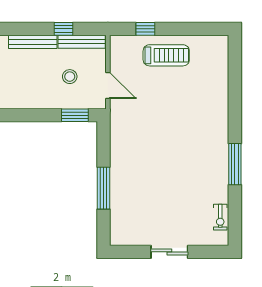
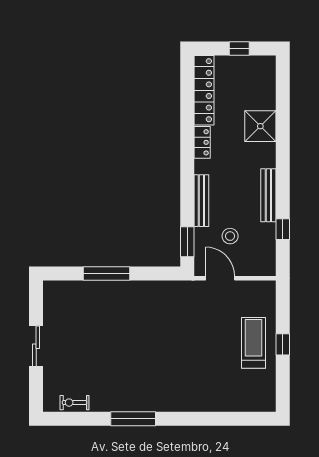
window: (145, 29) -> (283, 344), moved
bench: (82, 42) -> (201, 201), moved
treadmill: (166, 55) -> (253, 343), turned 180
door: (108, 86) -> (220, 278), swing flipped

